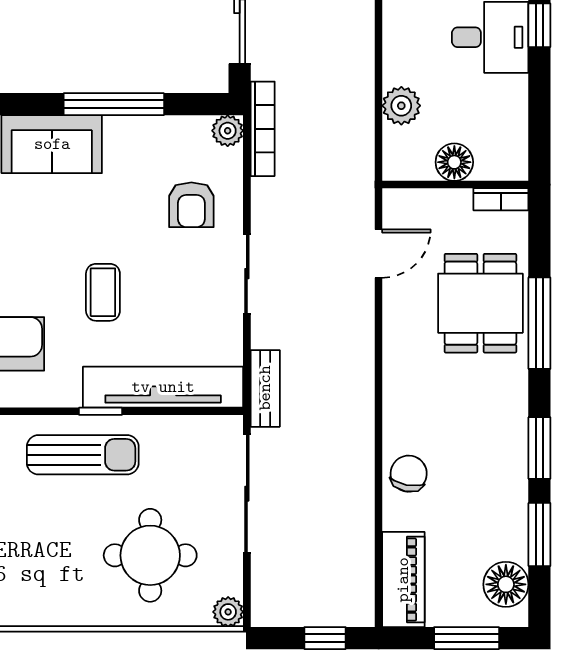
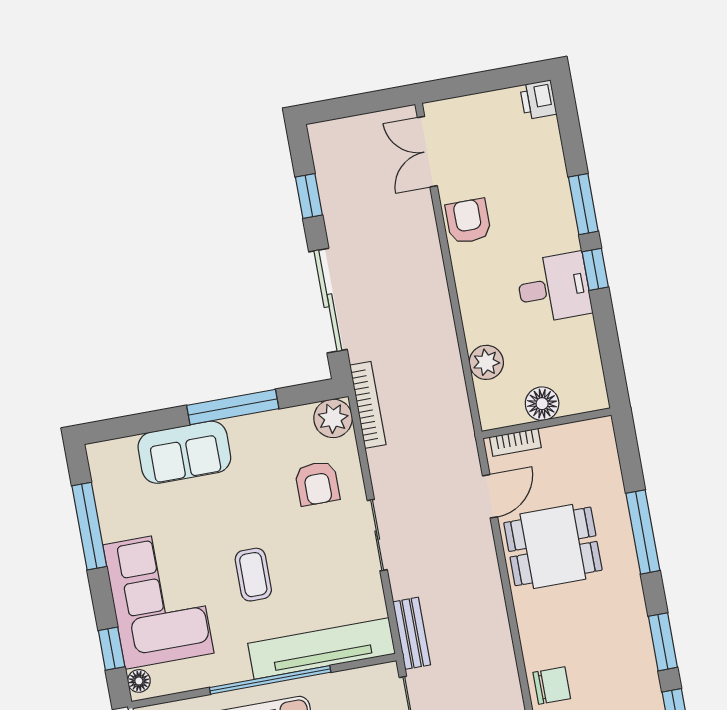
plant: (228, 131) -> (333, 418), width x1.38, depth x1.38
bookcase: (501, 199) -> (515, 442), moved
dining table: (480, 303) -> (553, 546), moved, turned 90
window: (100, 411) -> (270, 680), width x3.17
chair: (409, 474) -> (552, 685), turned 79

